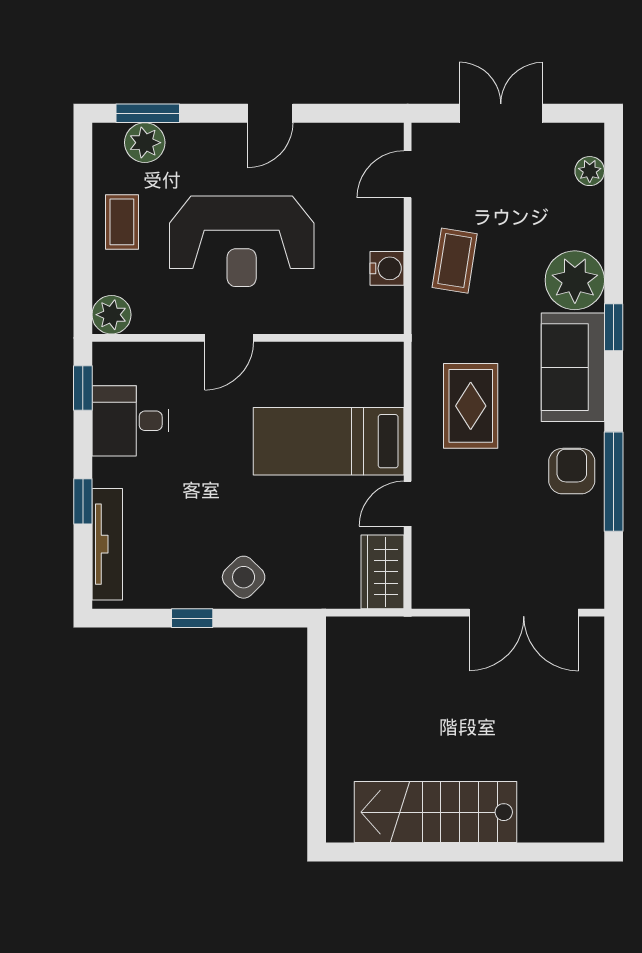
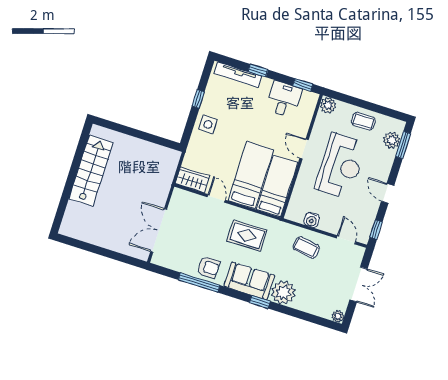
window: (362, 113) -> (376, 230), added
plant: (590, 171) -> (338, 316), moved
reception desk: (242, 241) -> (341, 166), turned 180
bed: (335, 373) -> (277, 186), added
side table: (244, 577) -> (208, 124), turned 45

